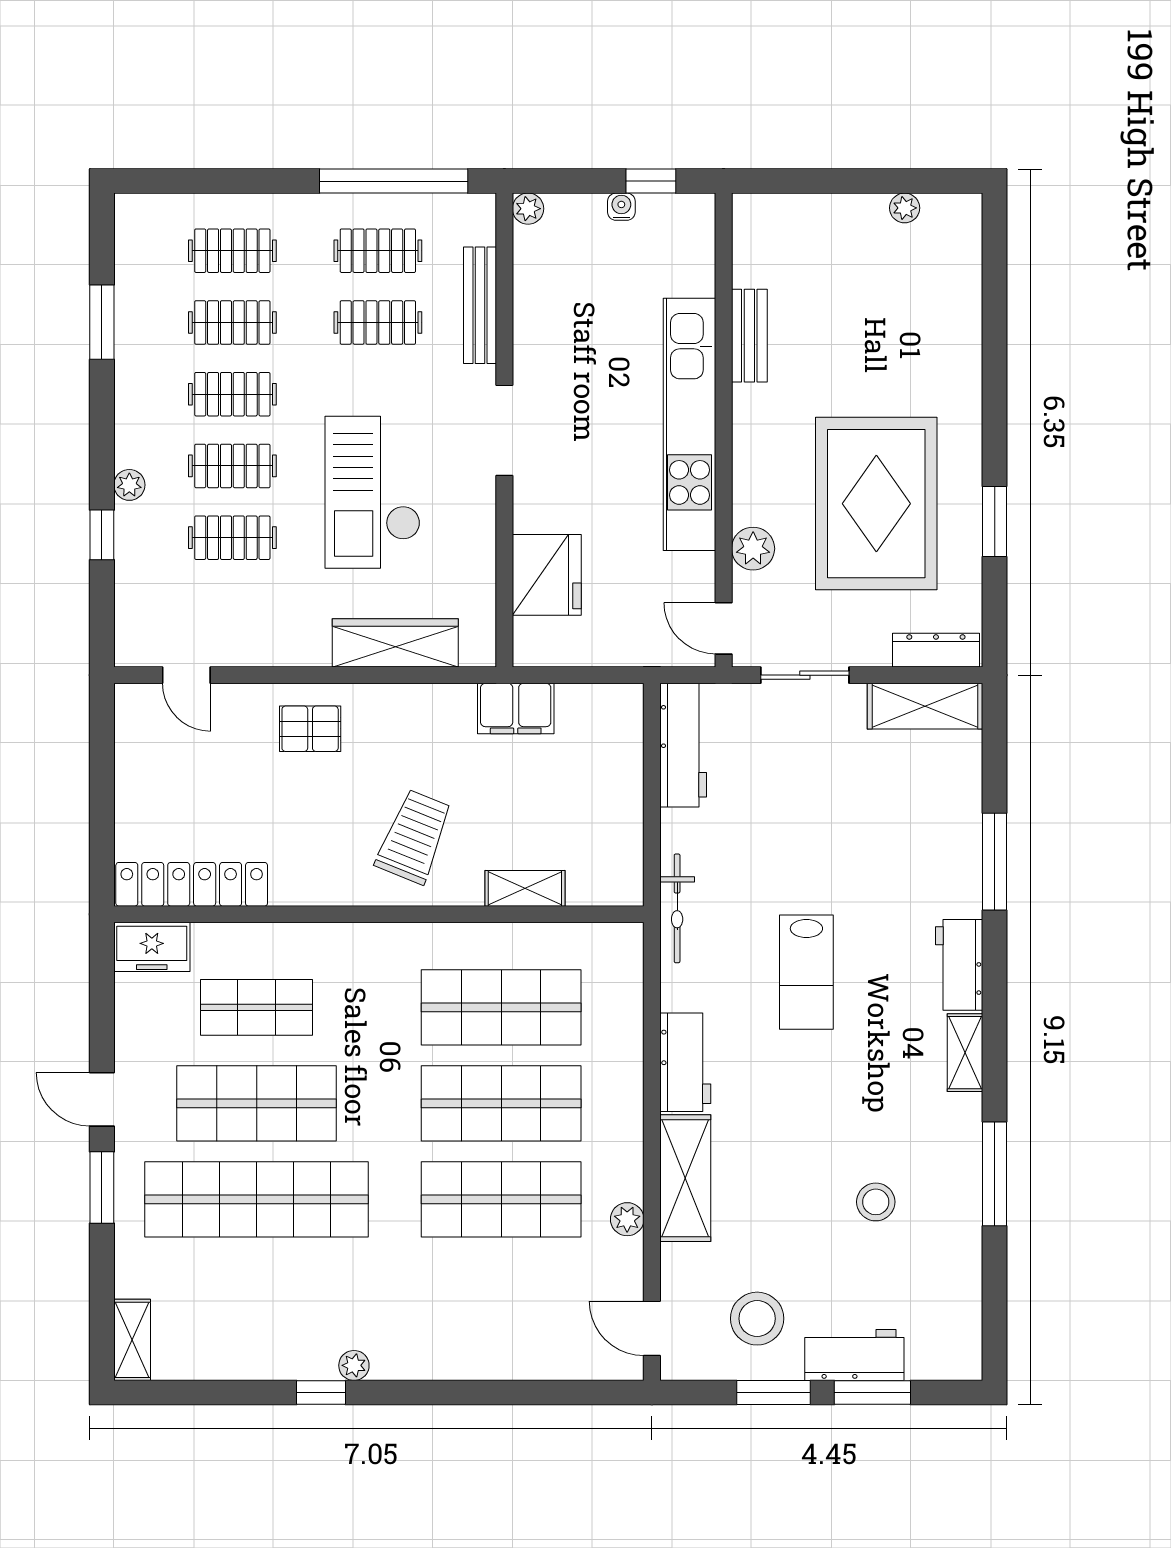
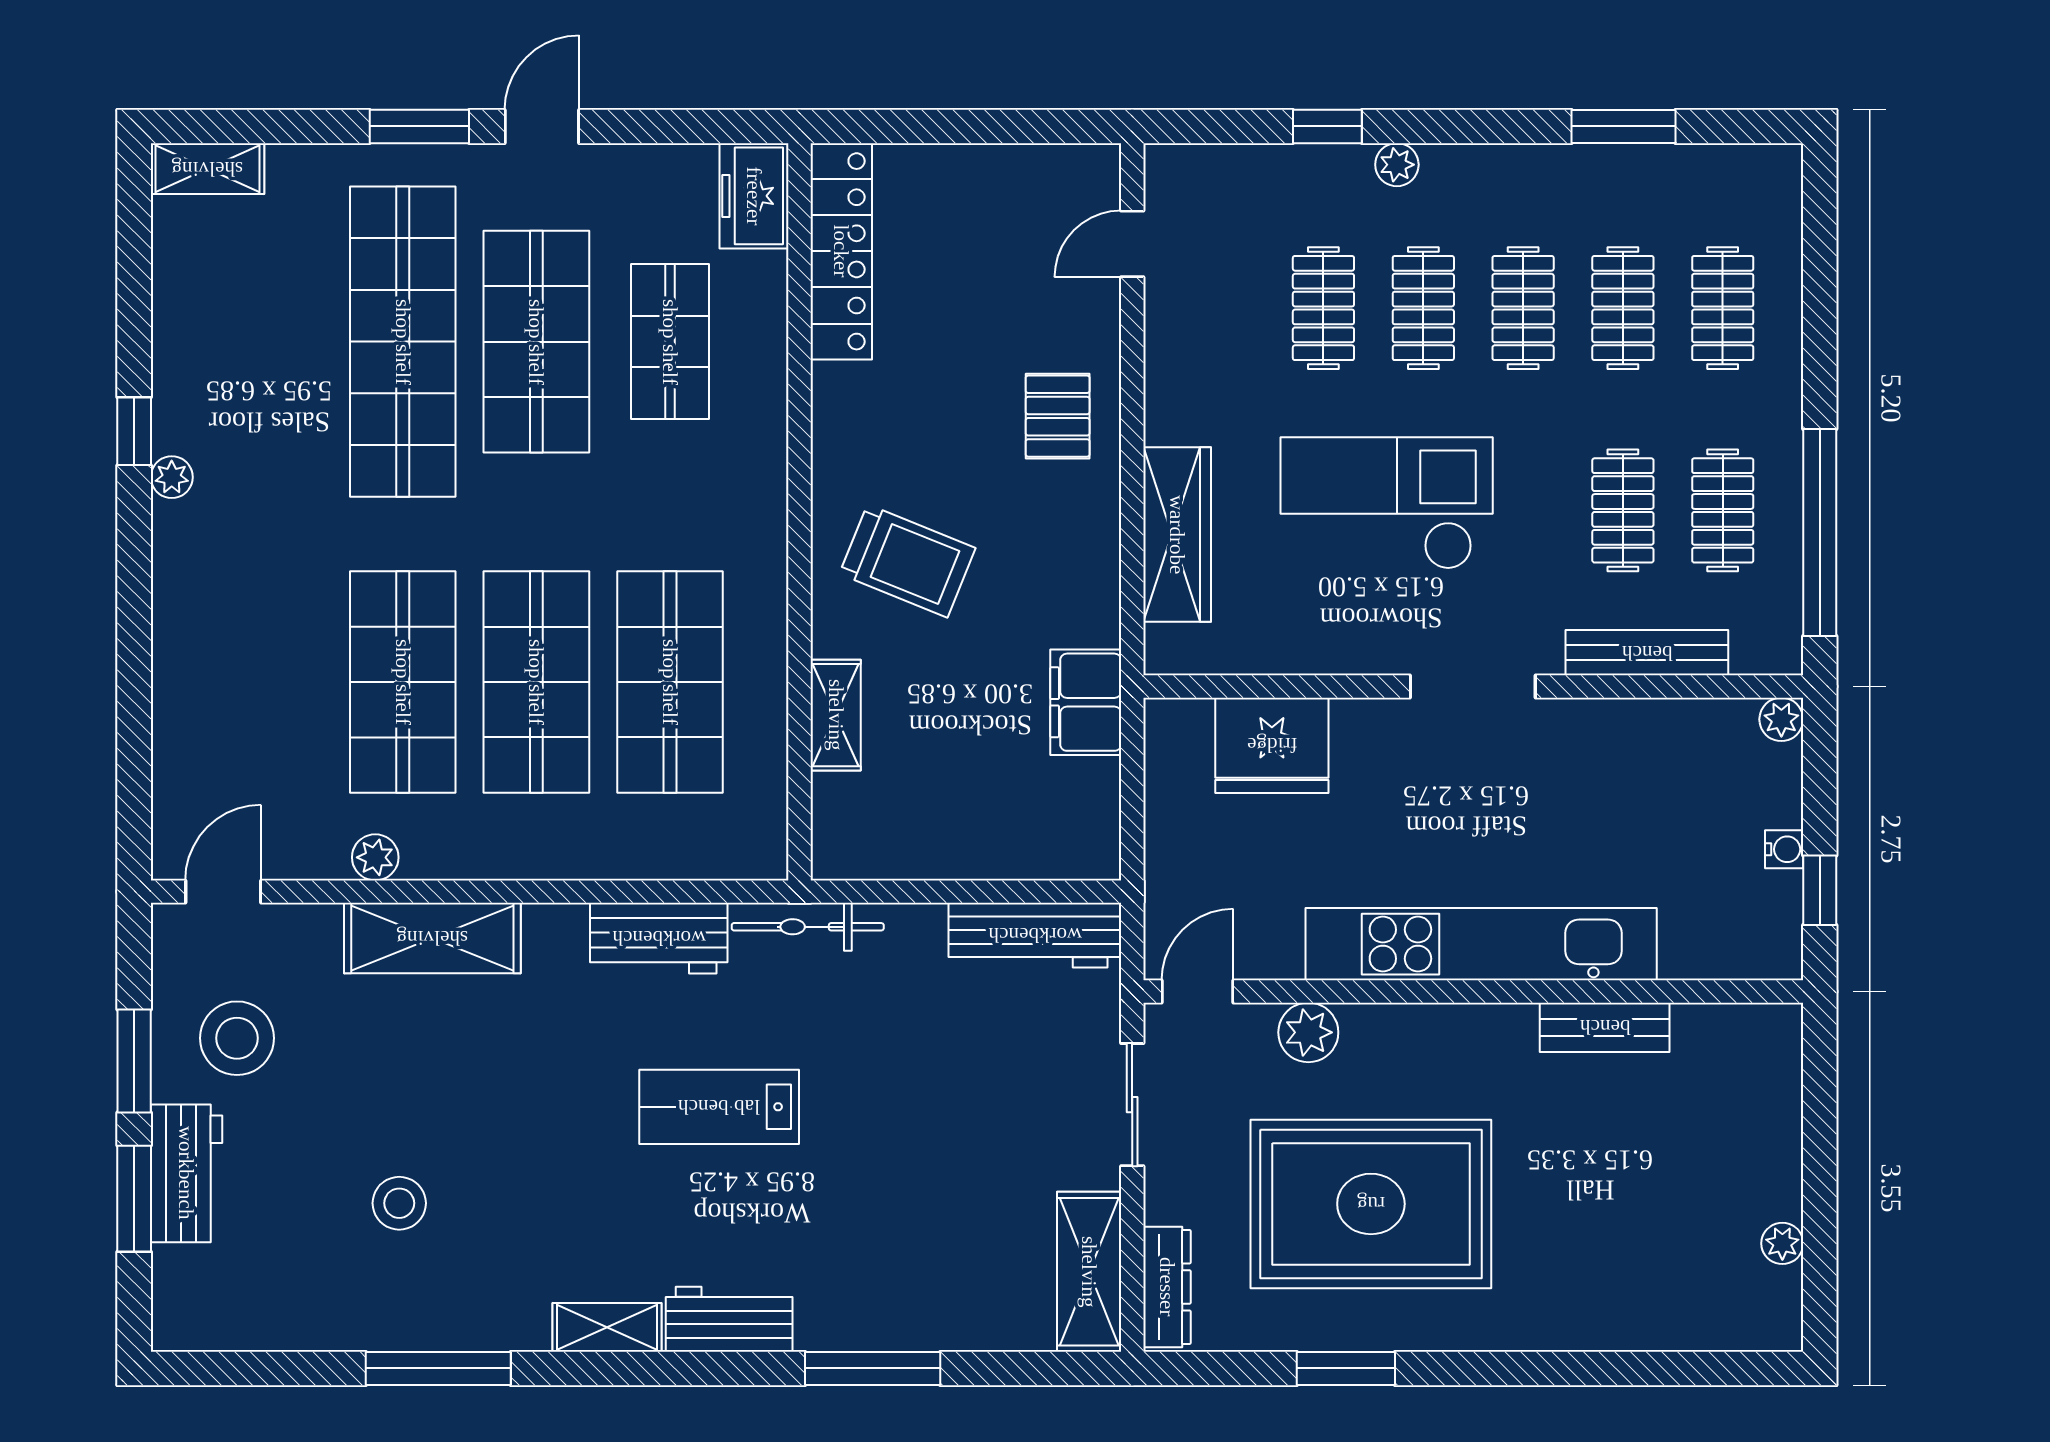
workbench: (685, 1062) -> (659, 938), moved

